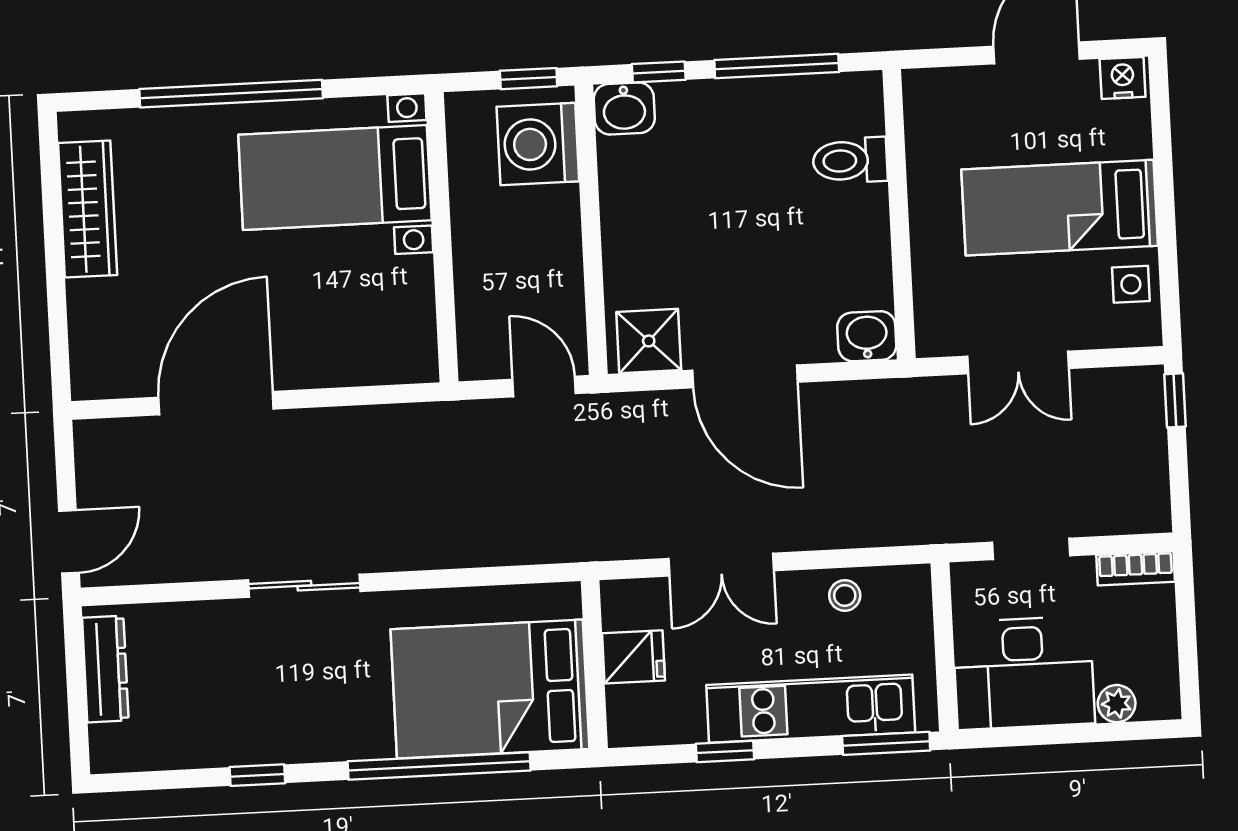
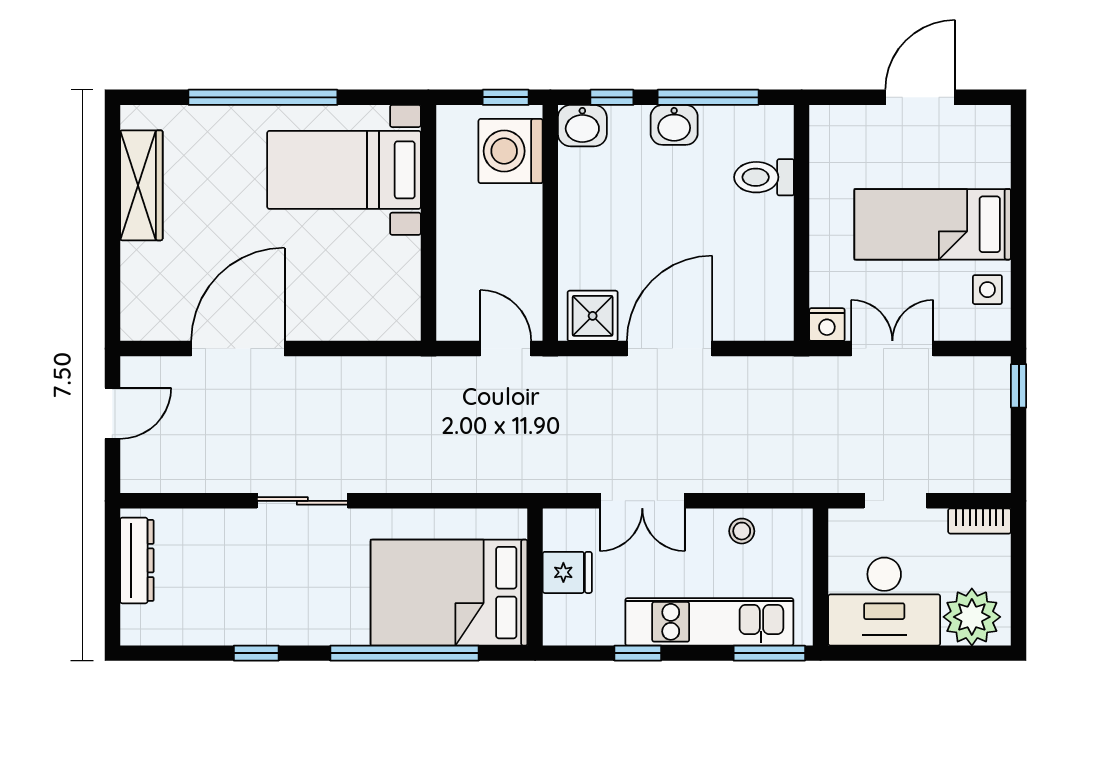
nightstand: (1123, 78) -> (827, 325), moved, turned 180
washbasin: (867, 336) -> (674, 125), moved, turned 180
double door: (1018, 362) -> (892, 349), swing flipped
door: (745, 376) -> (670, 349), swing flipped
door: (69, 542) -> (112, 413), moved
plant: (1117, 704) -> (972, 617), width x1.87, depth x1.87

